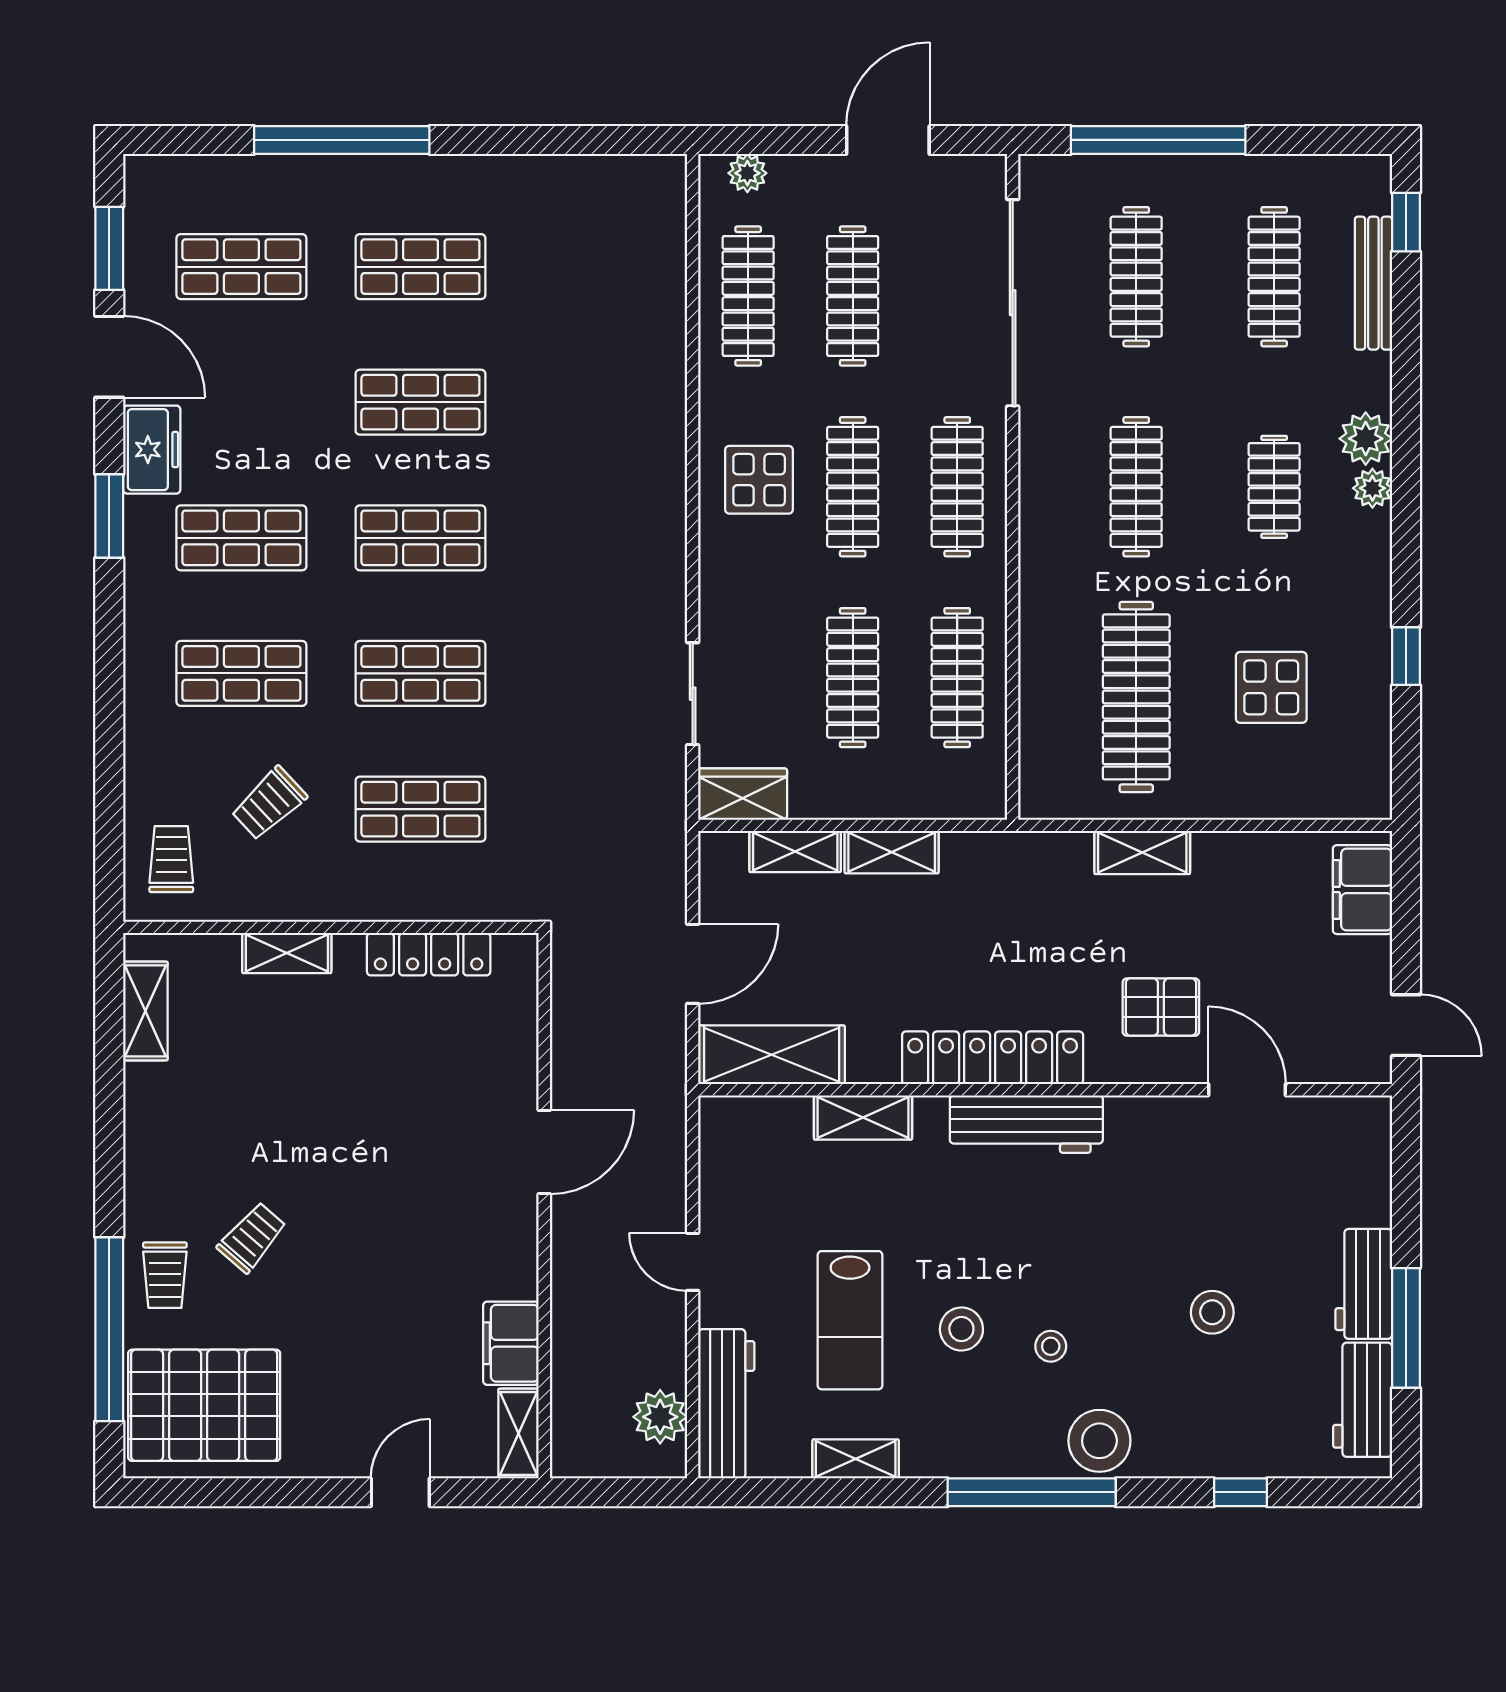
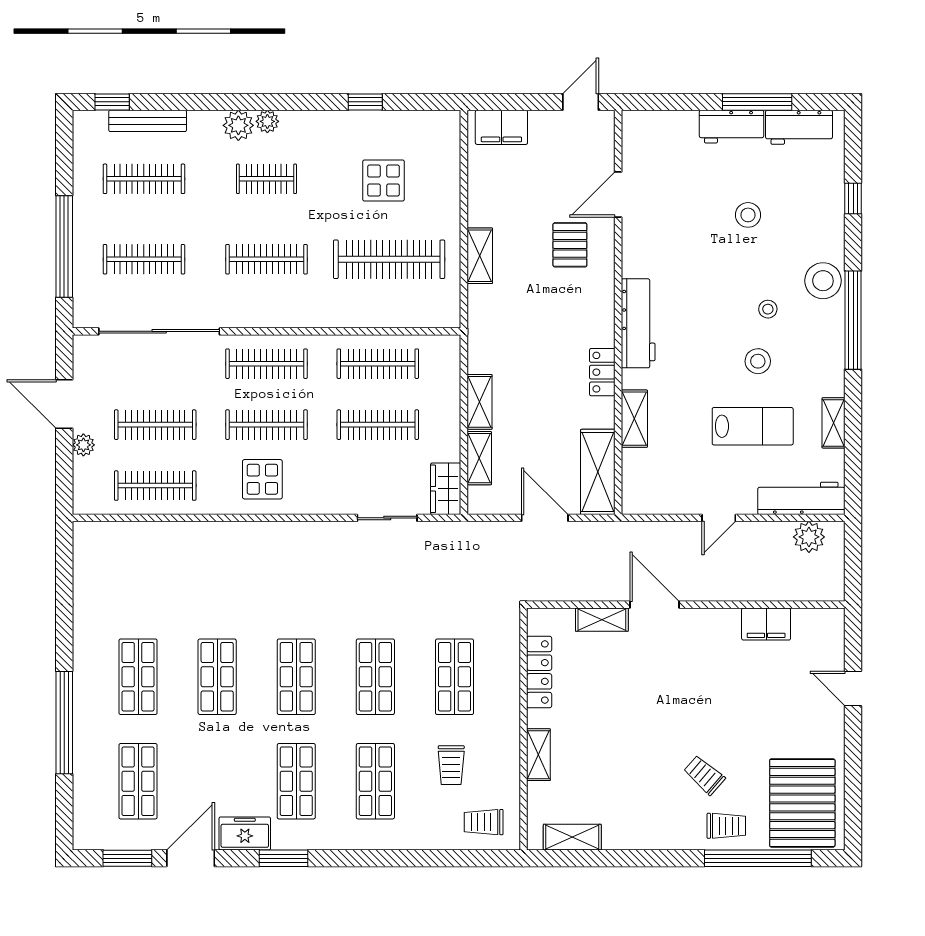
plant: (747, 173) -> (83, 445), moved
trolley: (269, 803) -> (451, 765), turned 43
locker: (993, 1058) -> (602, 372), width x0.46, depth x0.83
shelving: (519, 1433) -> (602, 620), moved

